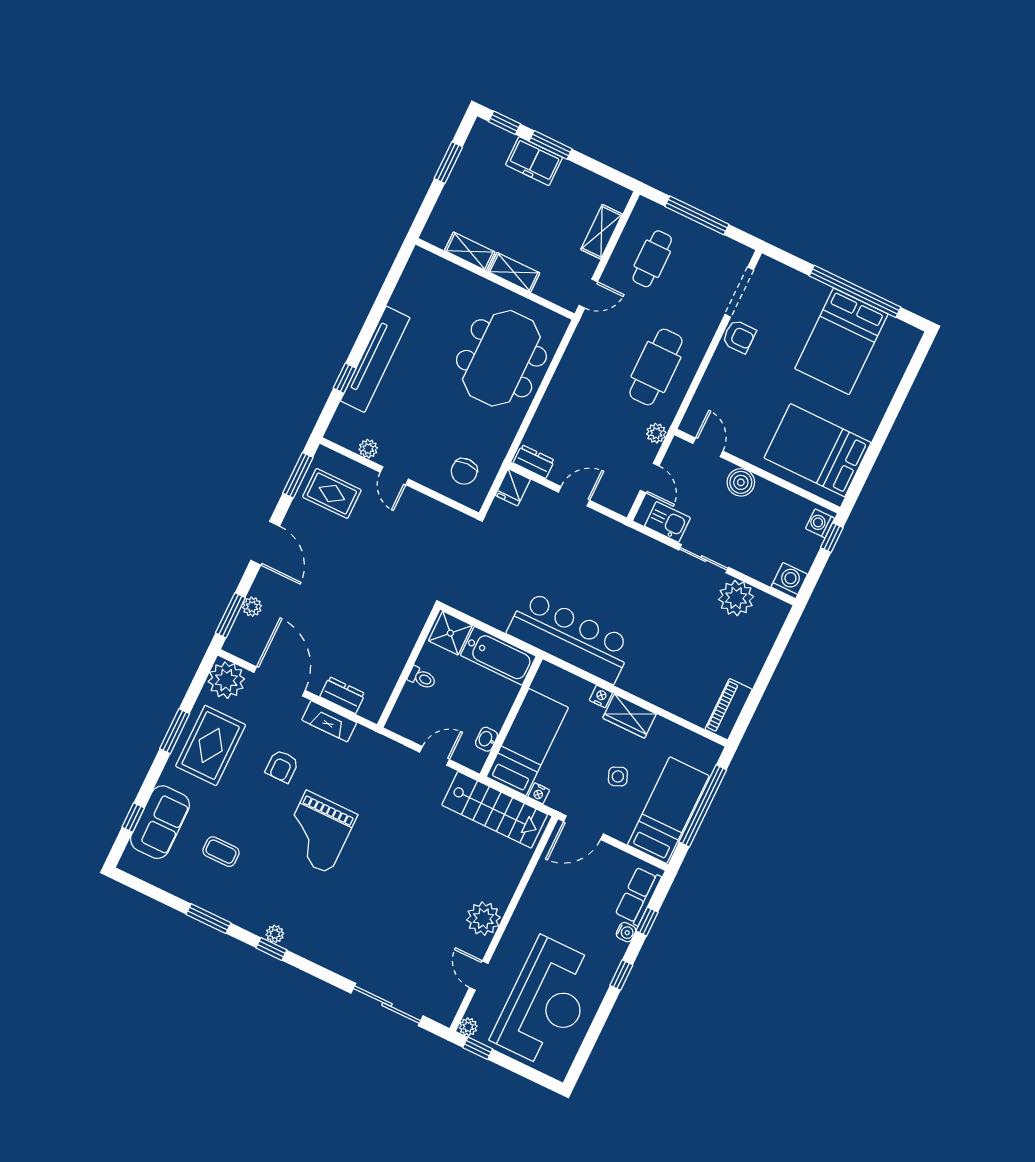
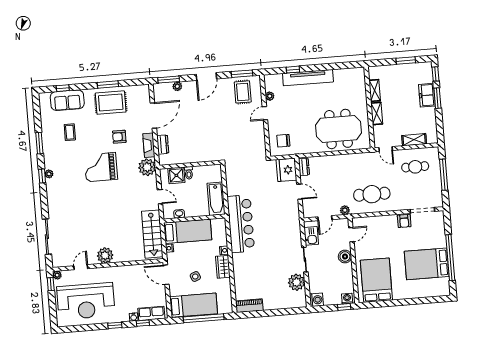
fridge: (513, 487) -> (286, 170), width x1.88, depth x1.34
shower: (450, 633) -> (176, 175), moved
plant: (226, 680) -> (147, 167), moved

